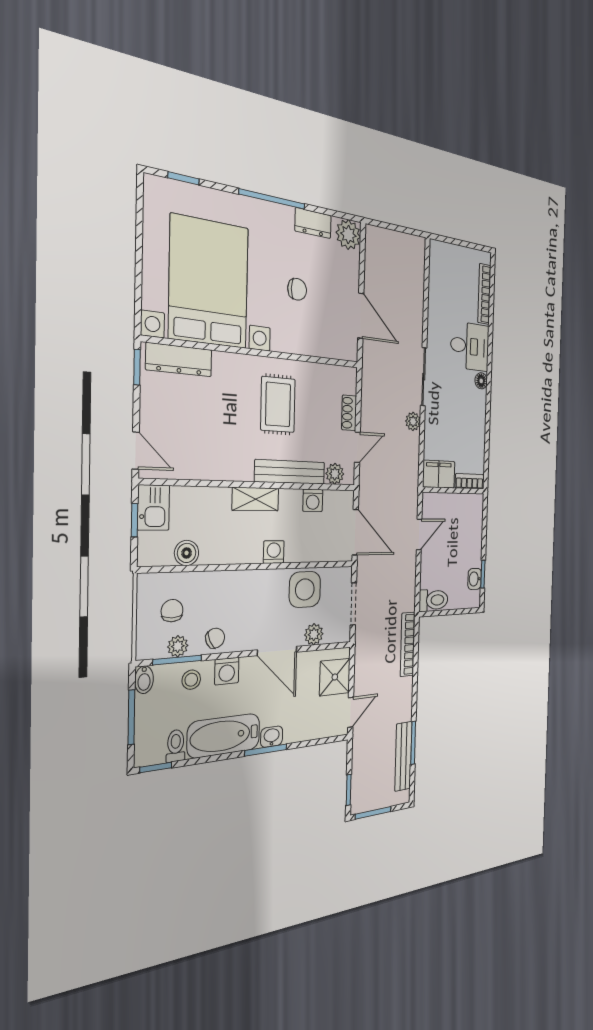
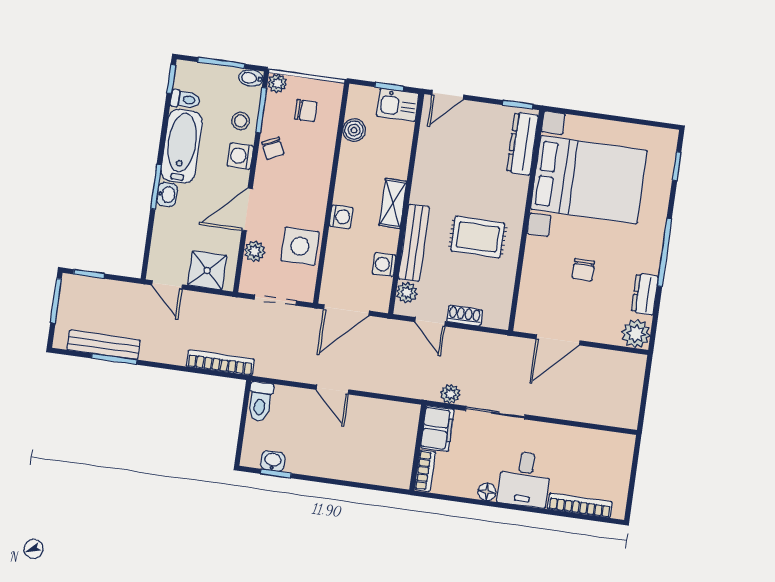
filing cabinet: (439, 474) -> (437, 429), moved
bookcase: (469, 481) -> (425, 471), moved
wall: (454, 491) -> (418, 448), moved
plant: (178, 646) -> (277, 83), moved

